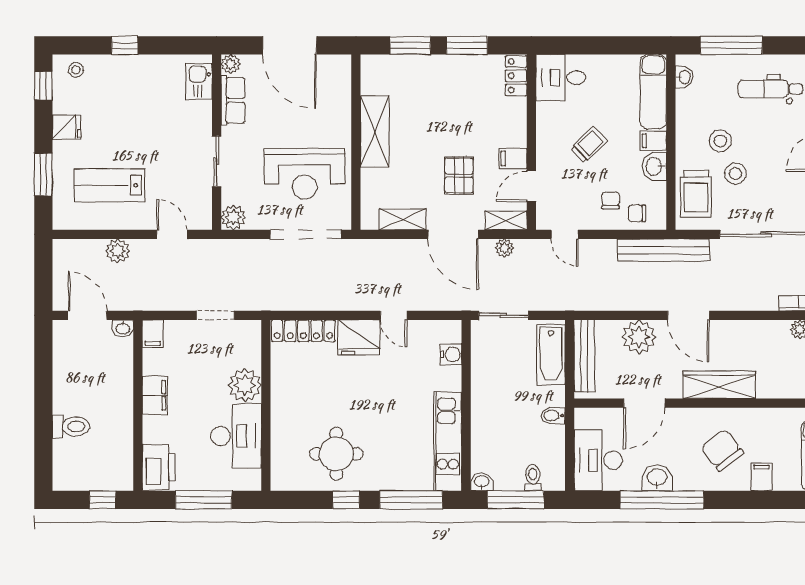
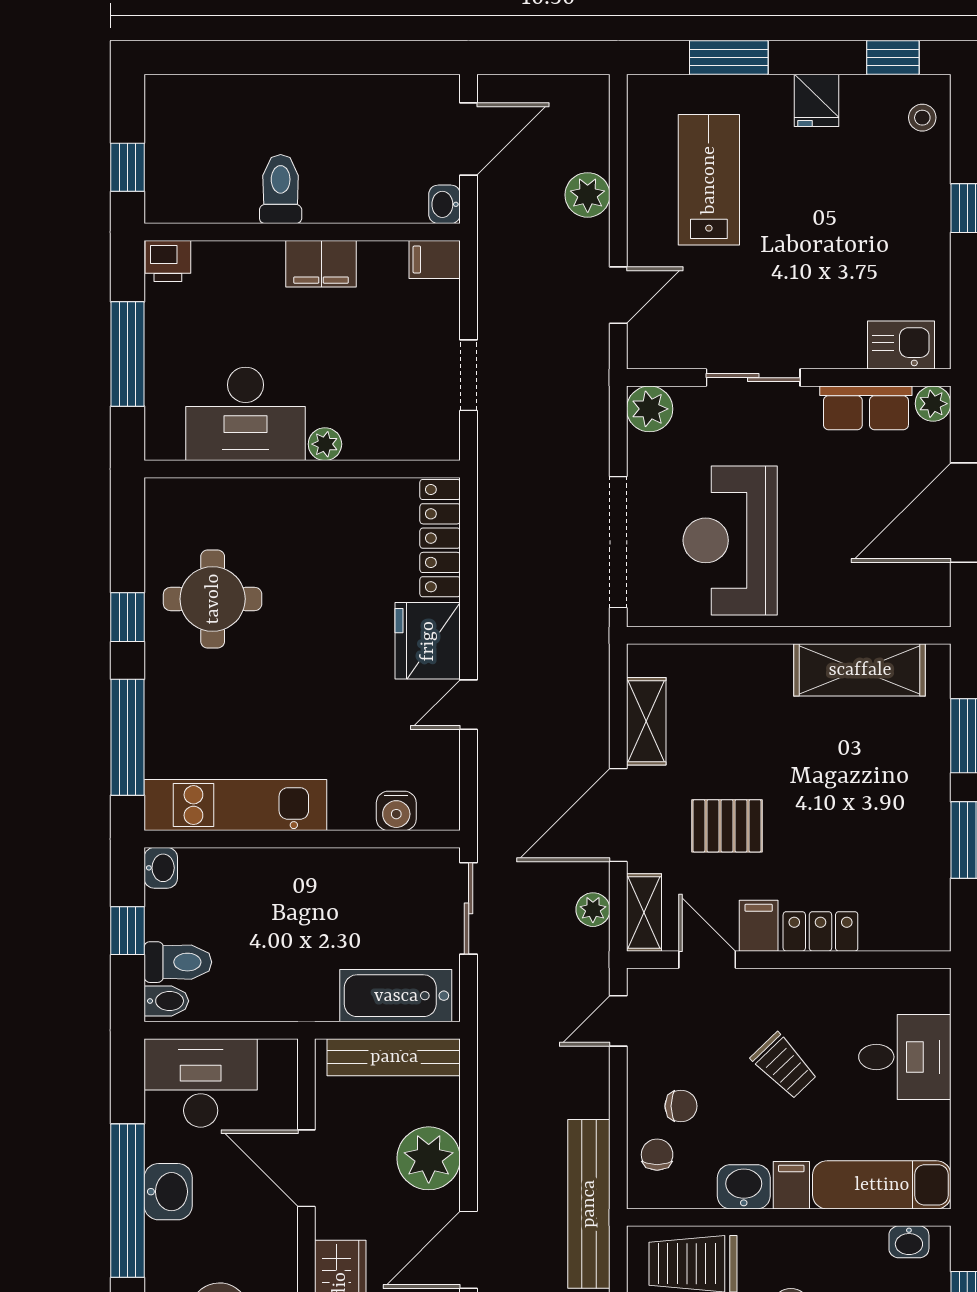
locker: (516, 76) -> (820, 931), moved
desk: (561, 77) -> (905, 1057), moved, turned 90
shelving: (375, 131) -> (860, 670), moved
plant: (245, 385) -> (325, 444), width x0.53, depth x0.53
bidet: (553, 416) -> (166, 1001), moved, turned 90
toilet: (71, 426) -> (281, 189), moved, turned 180
printer: (159, 467) -> (168, 261), width x0.53, depth x0.68
toilet: (533, 478) -> (178, 962), width x1.37, depth x1.39
window: (516, 500) -> (128, 931), width x0.46

